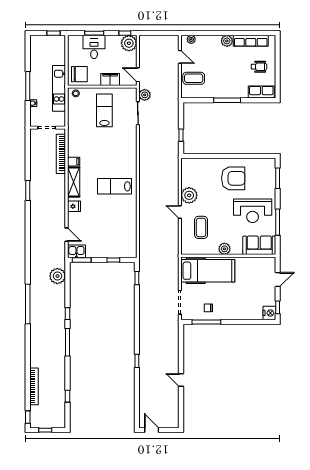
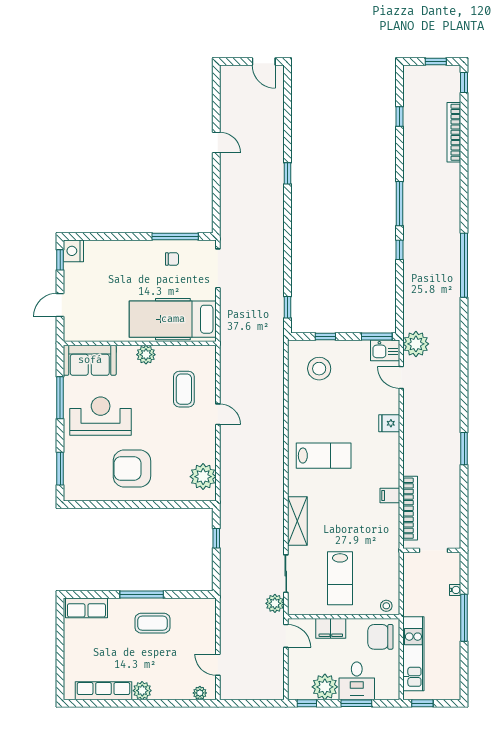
plant: (129, 43) -> (325, 687), moved
wheelchair: (259, 67) -> (90, 649), removed
coffee table: (194, 78) -> (153, 623), moved
kitchen unit: (59, 88) -> (413, 654), moved
shelving: (74, 182) -> (297, 521), moved
plant: (189, 195) -> (203, 477), moved
stool: (117, 240) -> (319, 369), added
plant: (57, 276) -> (416, 344), moved

